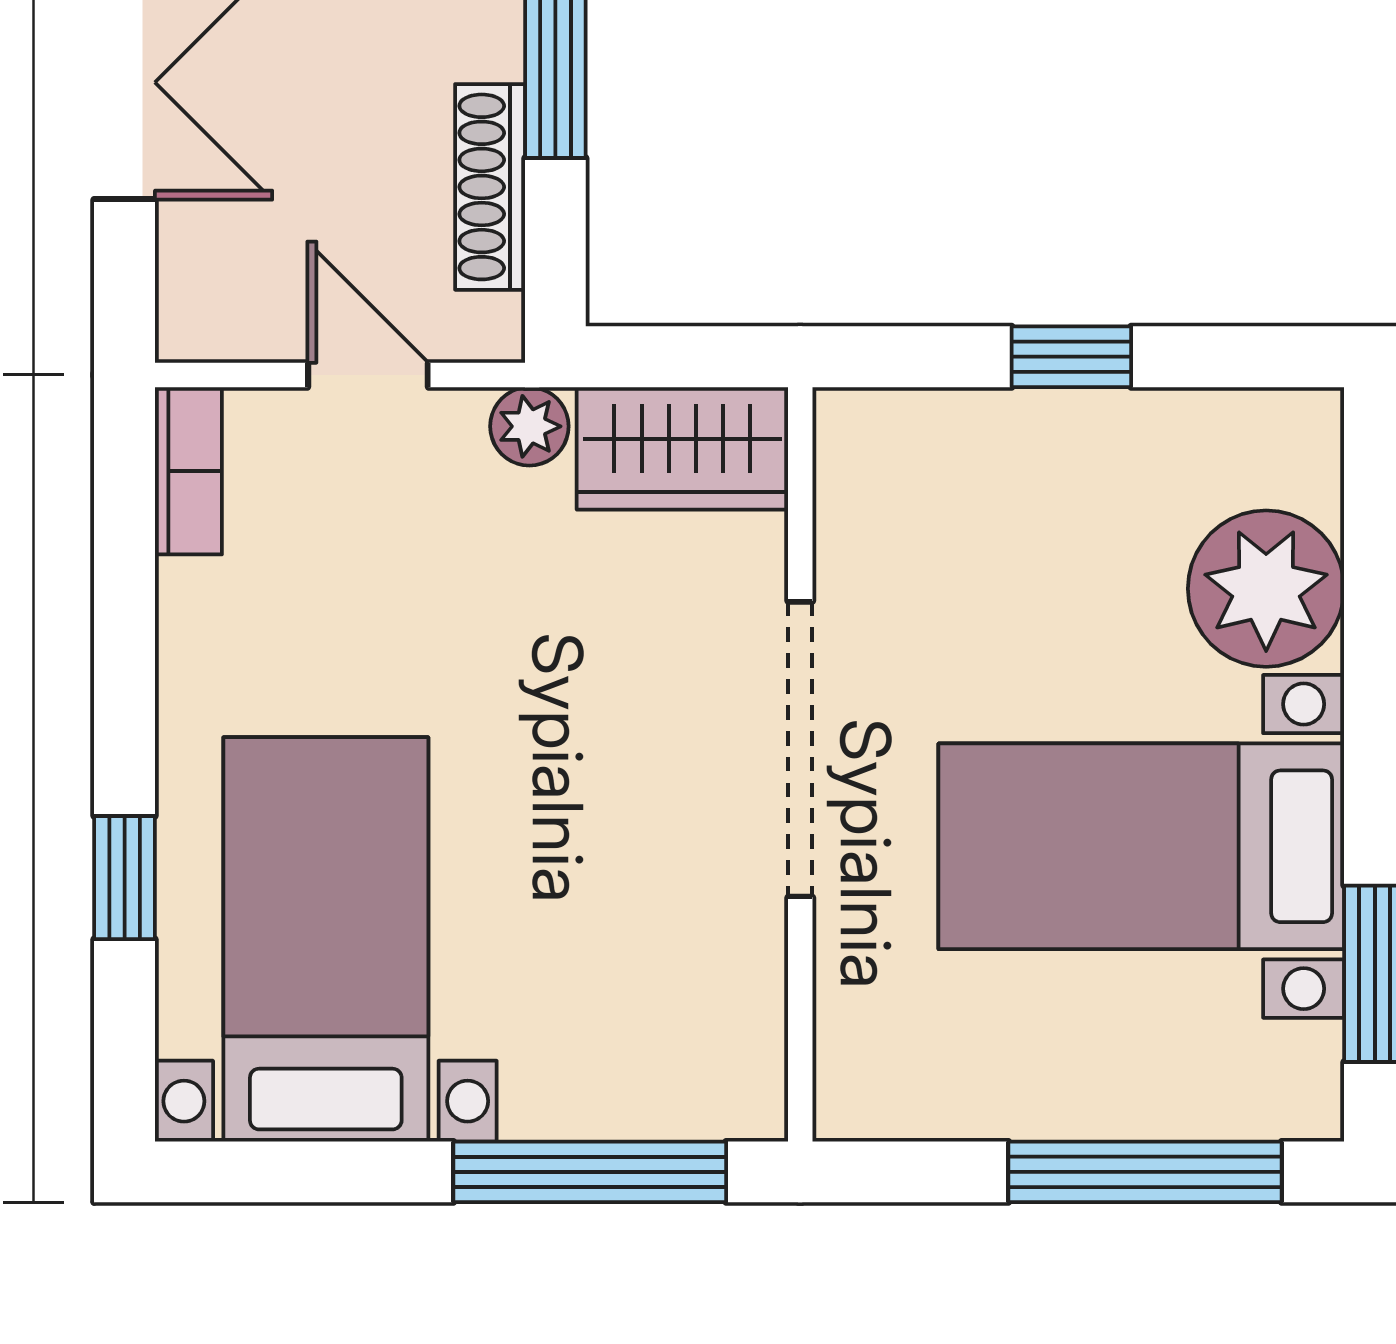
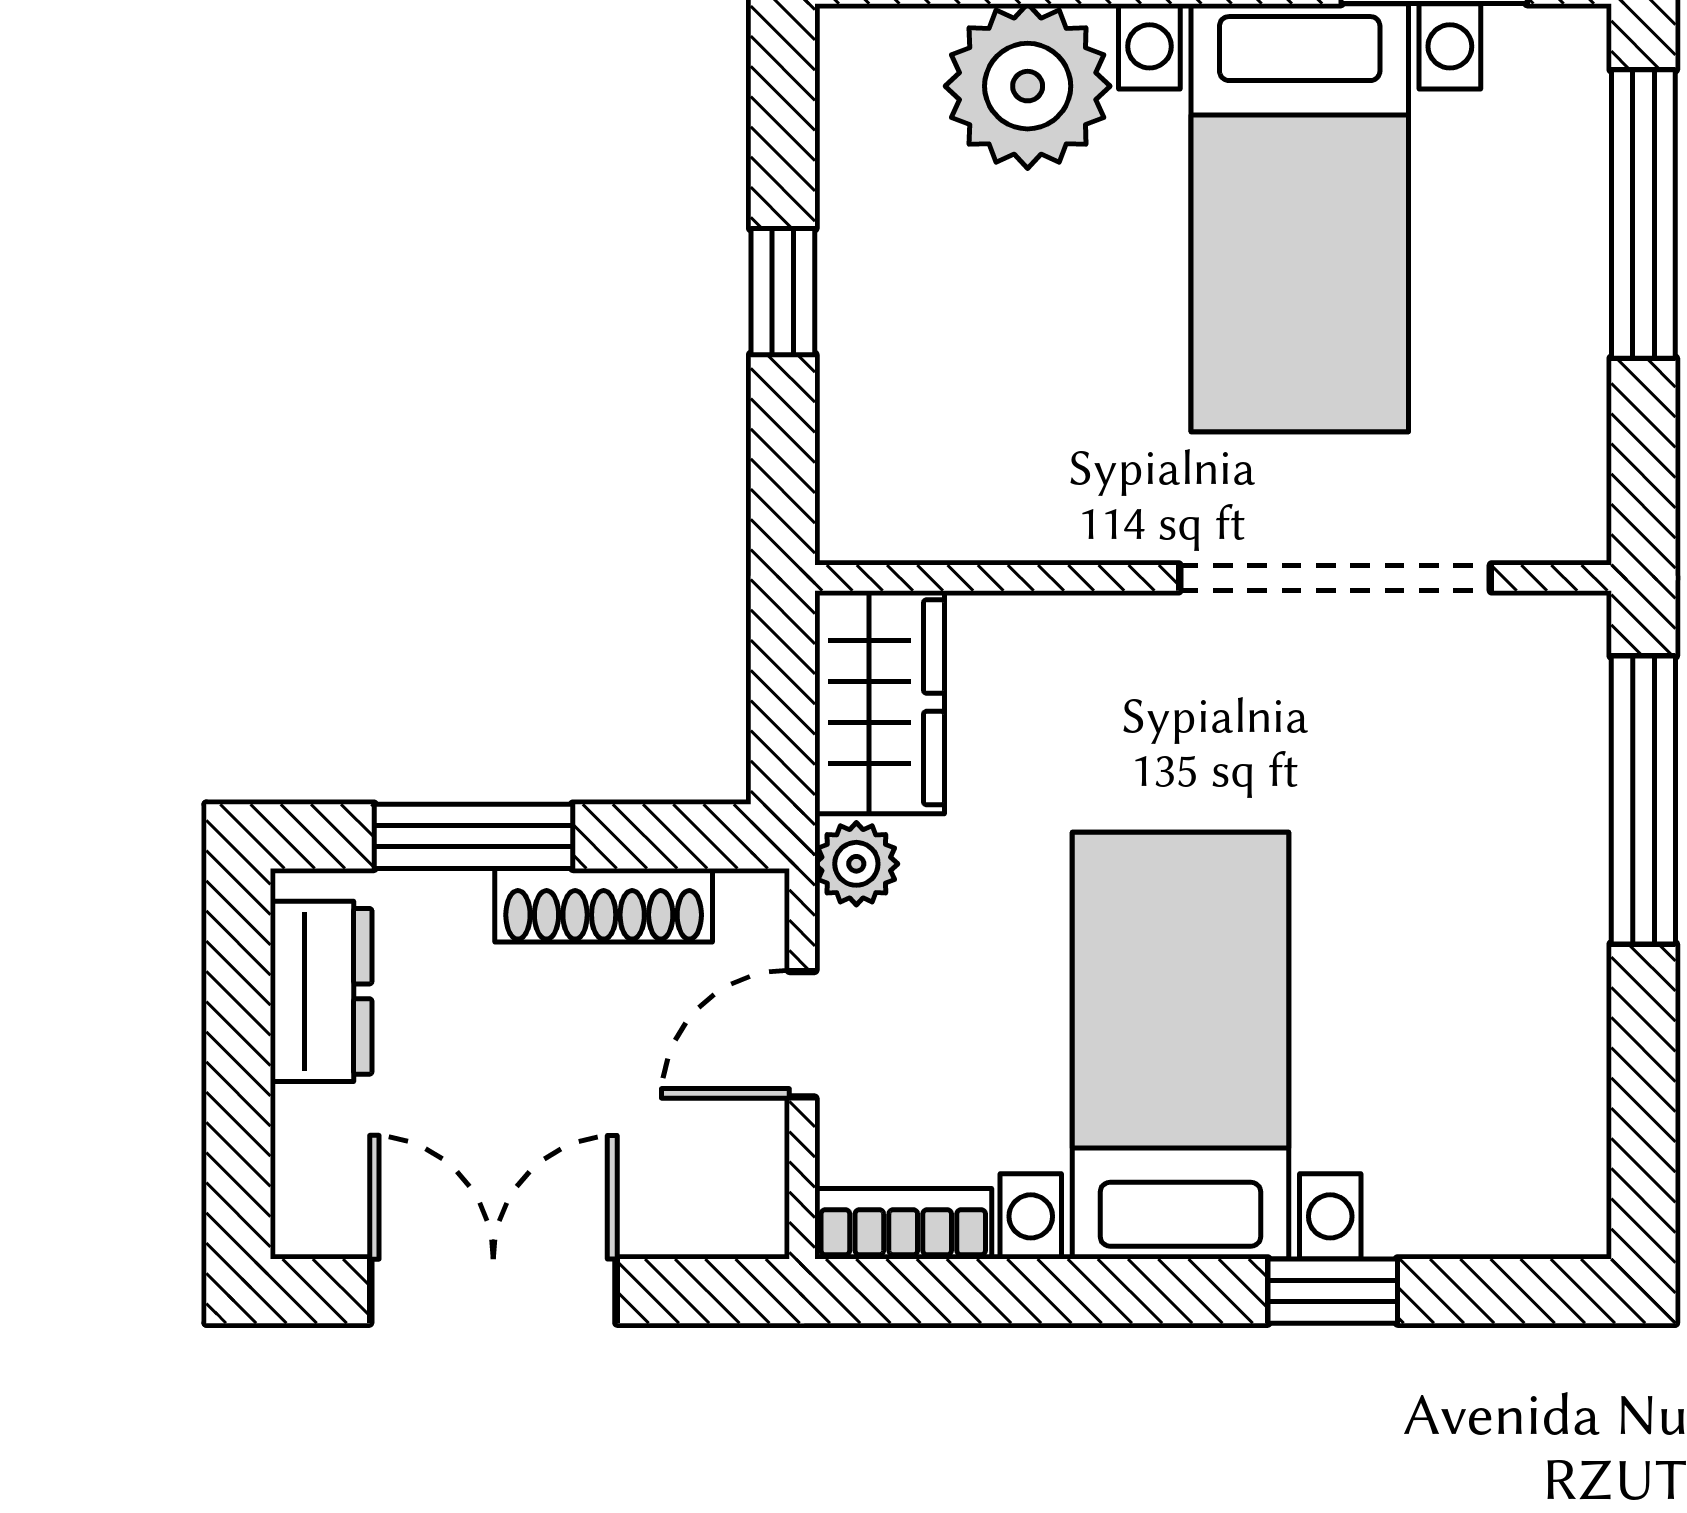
doorway: (800, 749) -> (1335, 578), moved
bed with nightstands: (326, 939) -> (1180, 1046), moved, turned 90

